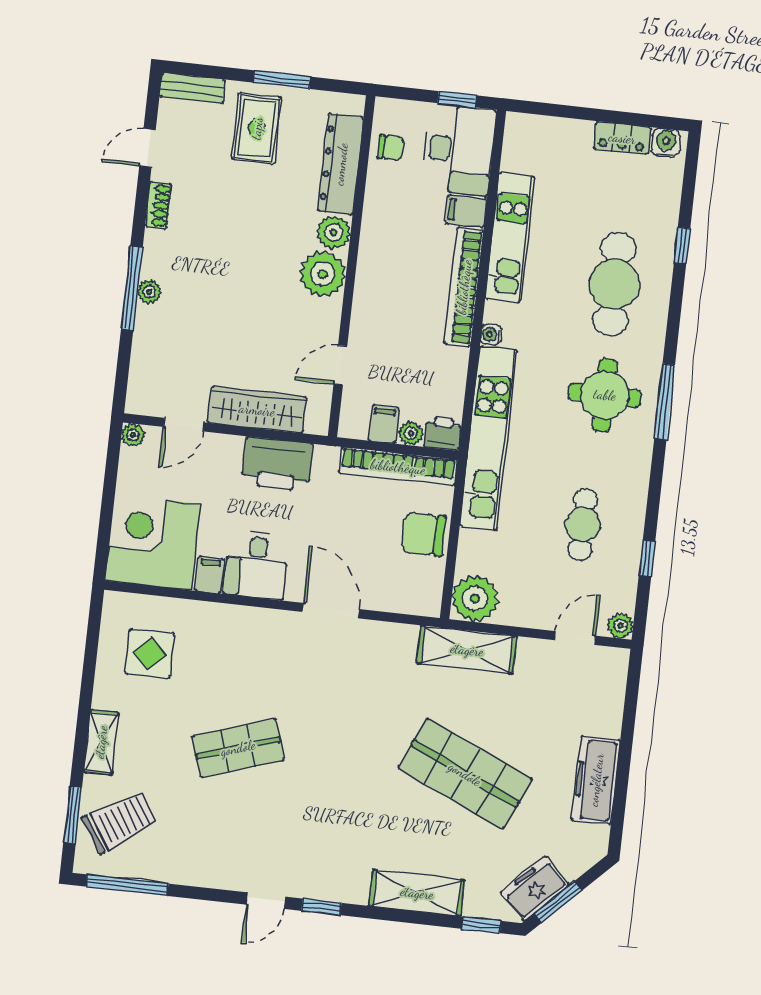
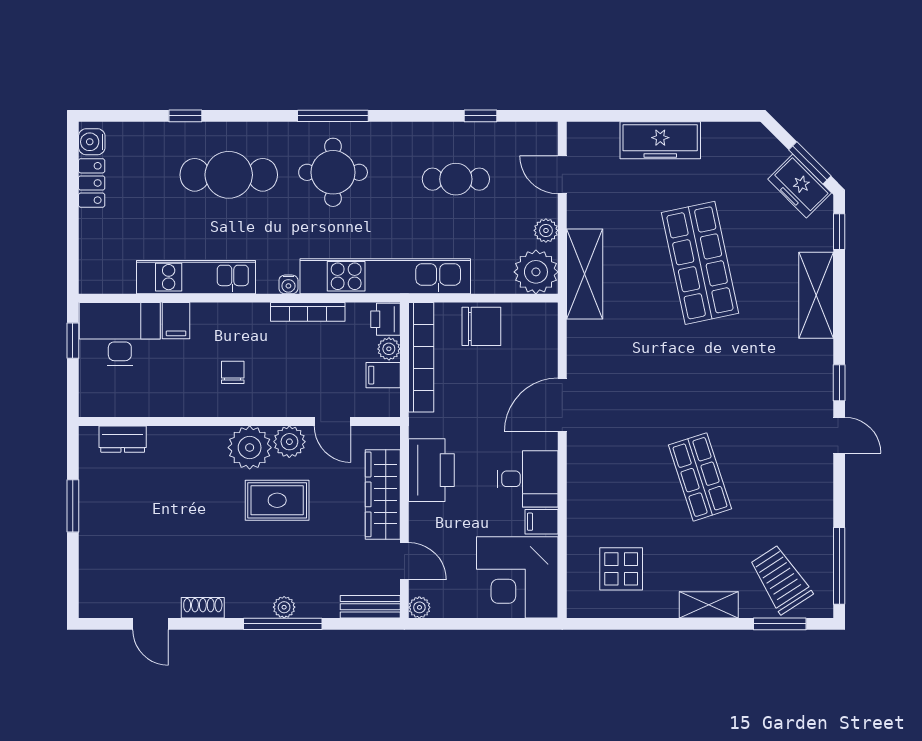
bench: (192, 88) -> (370, 607), moved, turned 90
rug: (257, 128) -> (277, 500), moved
chair: (390, 148) -> (233, 372), moved
dresser: (341, 164) -> (123, 439), width x0.51, depth x0.80
plant: (334, 232) -> (289, 442), moved
bookcase: (464, 287) -> (308, 312), moved, width x0.68, depth x0.76
chair: (424, 534) -> (481, 326), turned -90
plant: (620, 626) -> (546, 230), moved
shop shelf: (465, 774) -> (700, 263), turned -36
freezer: (596, 780) -> (660, 140), moved

